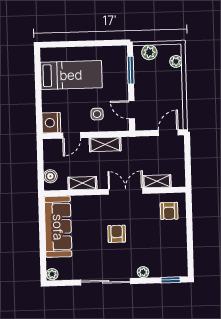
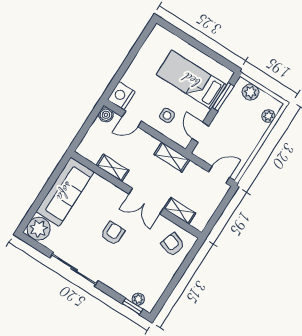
bed: (71, 75) -> (191, 80), moved, turned 180
shelving: (105, 144) -> (172, 157), moved
boiler: (50, 176) -> (106, 115), moved
double door: (126, 191) -> (146, 201), swing flipped
armchair: (169, 211) -> (173, 244), turned 109
plant: (143, 272) -> (138, 299), moved
plant: (52, 274) -> (39, 229), width x1.87, depth x1.87

